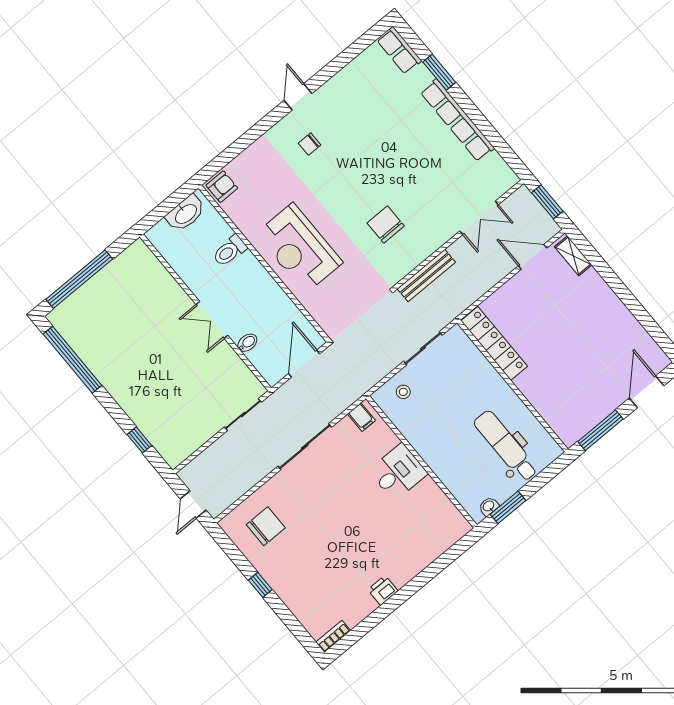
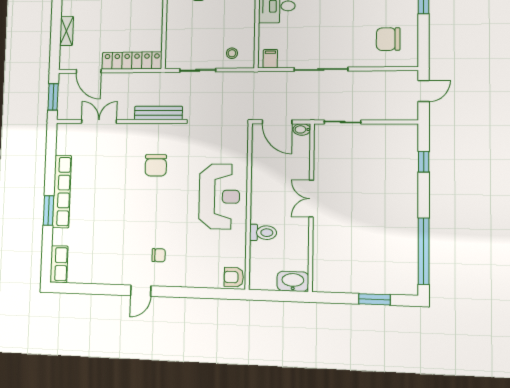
window: (439, 72) -> (48, 210), moved
washbasin: (186, 213) -> (293, 281), moved
shelving: (573, 256) -> (66, 31), moved
window: (79, 279) -> (374, 299), width x0.47
double door: (212, 320) -> (311, 199), swing flipped
bidet: (247, 343) -> (302, 129), moved
locker: (494, 343) -> (132, 61), moved, turned 90
door: (304, 364) -> (277, 122), hinge flipped

